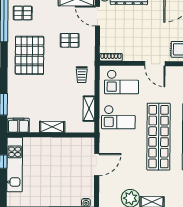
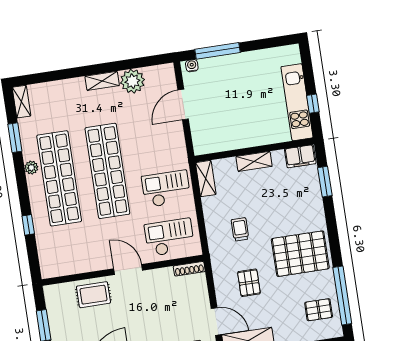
pallet: (70, 40) -> (249, 283), turned 90
pallet: (30, 55) -> (300, 254), turned 90
trolley: (82, 75) -> (240, 229), moved
shelving: (89, 109) -> (206, 179), moved
door: (97, 165) -> (183, 104), moved

